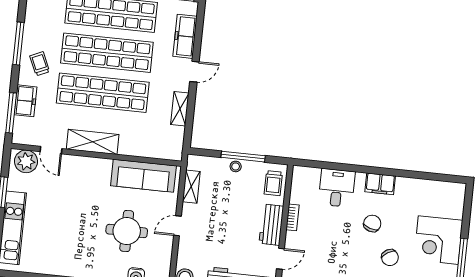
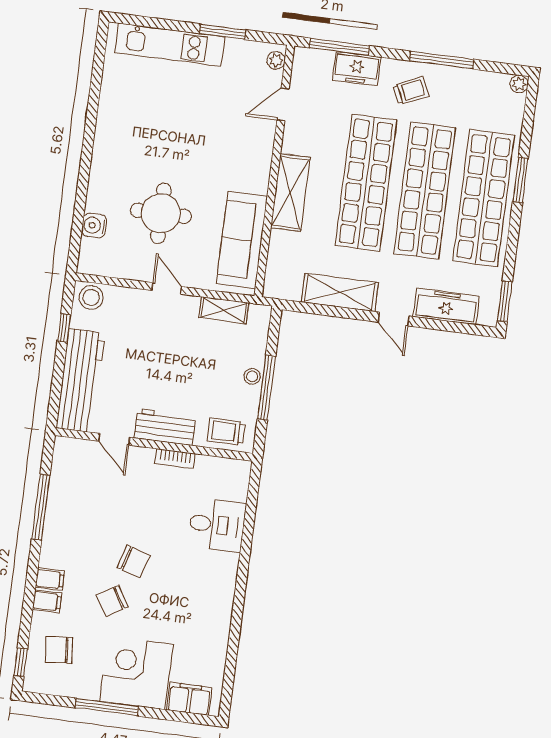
shelving: (180, 109) -> (340, 292), width x1.50, depth x1.33
shelving: (93, 142) -> (290, 193), moved
plant: (26, 161) -> (276, 60), width x0.53, depth x0.53
filing cabinet: (380, 184) -> (189, 699), moved, turned 90
chair: (372, 223) -> (133, 561), moved

